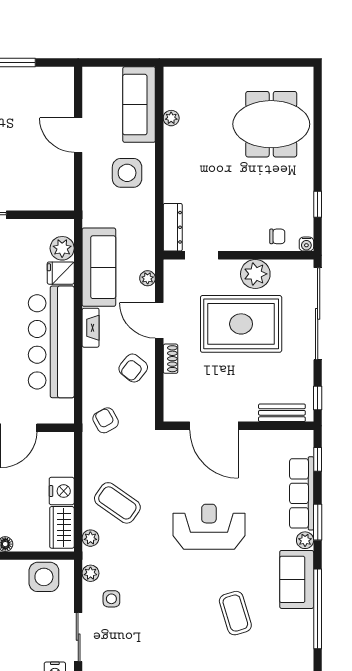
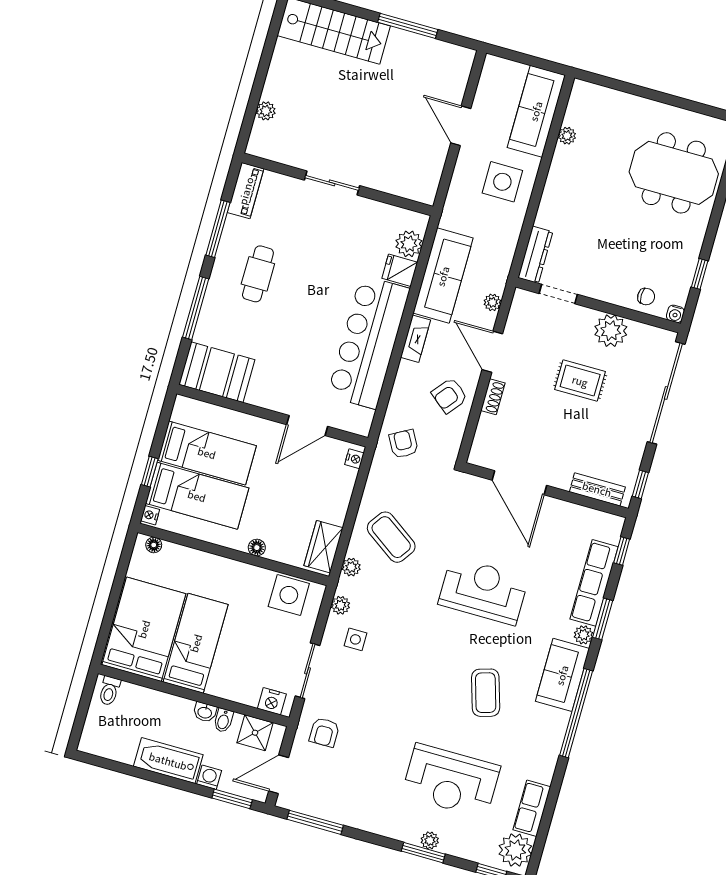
rug: (241, 324) -> (580, 381), width x0.54, depth x0.49
nightstand: (62, 491) -> (354, 459), moved, width x0.53, depth x0.56

